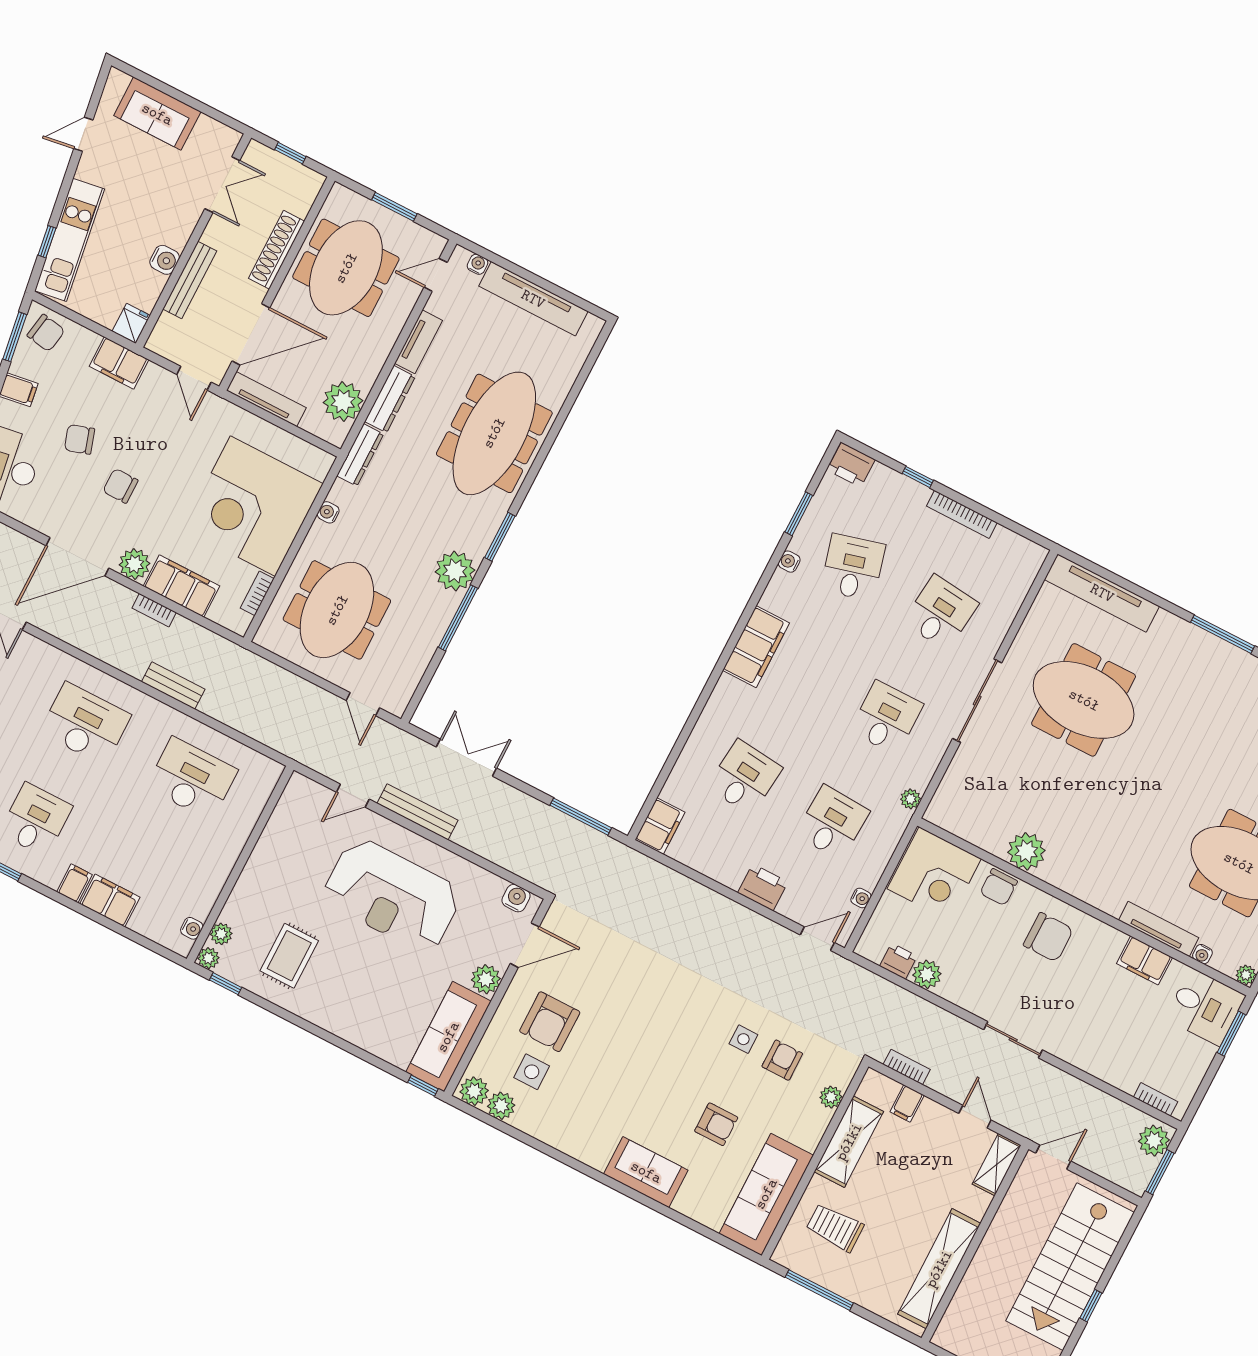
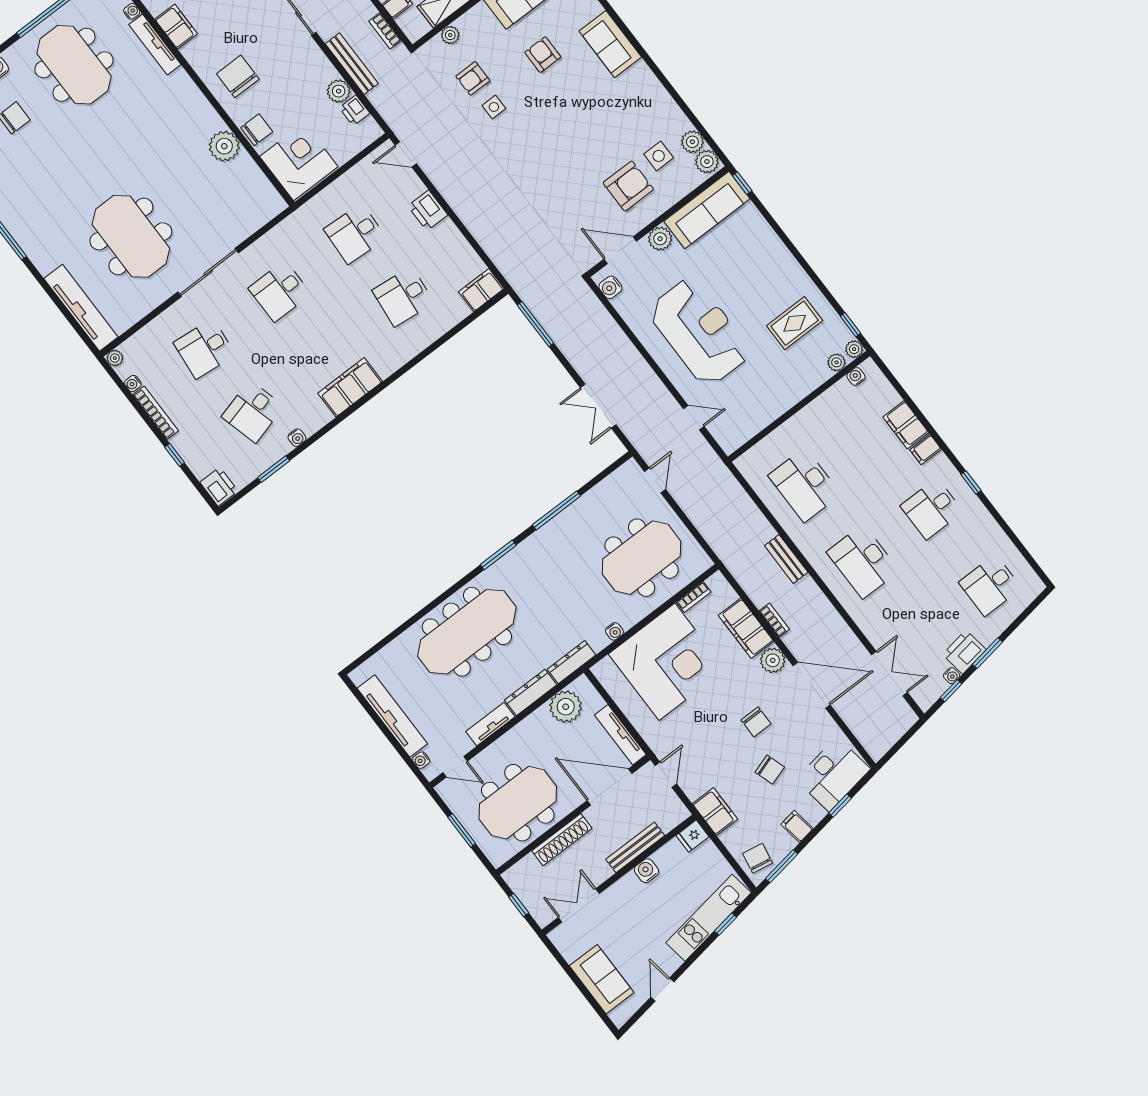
door: (83, 134) -> (662, 990), swing flipped
plant: (455, 571) -> (543, 545), removed
plant: (911, 799) -> (115, 358), moved
bench: (417, 812) -> (352, 64), moved
water cooler: (861, 898) -> (133, 383), moved, turned -90

